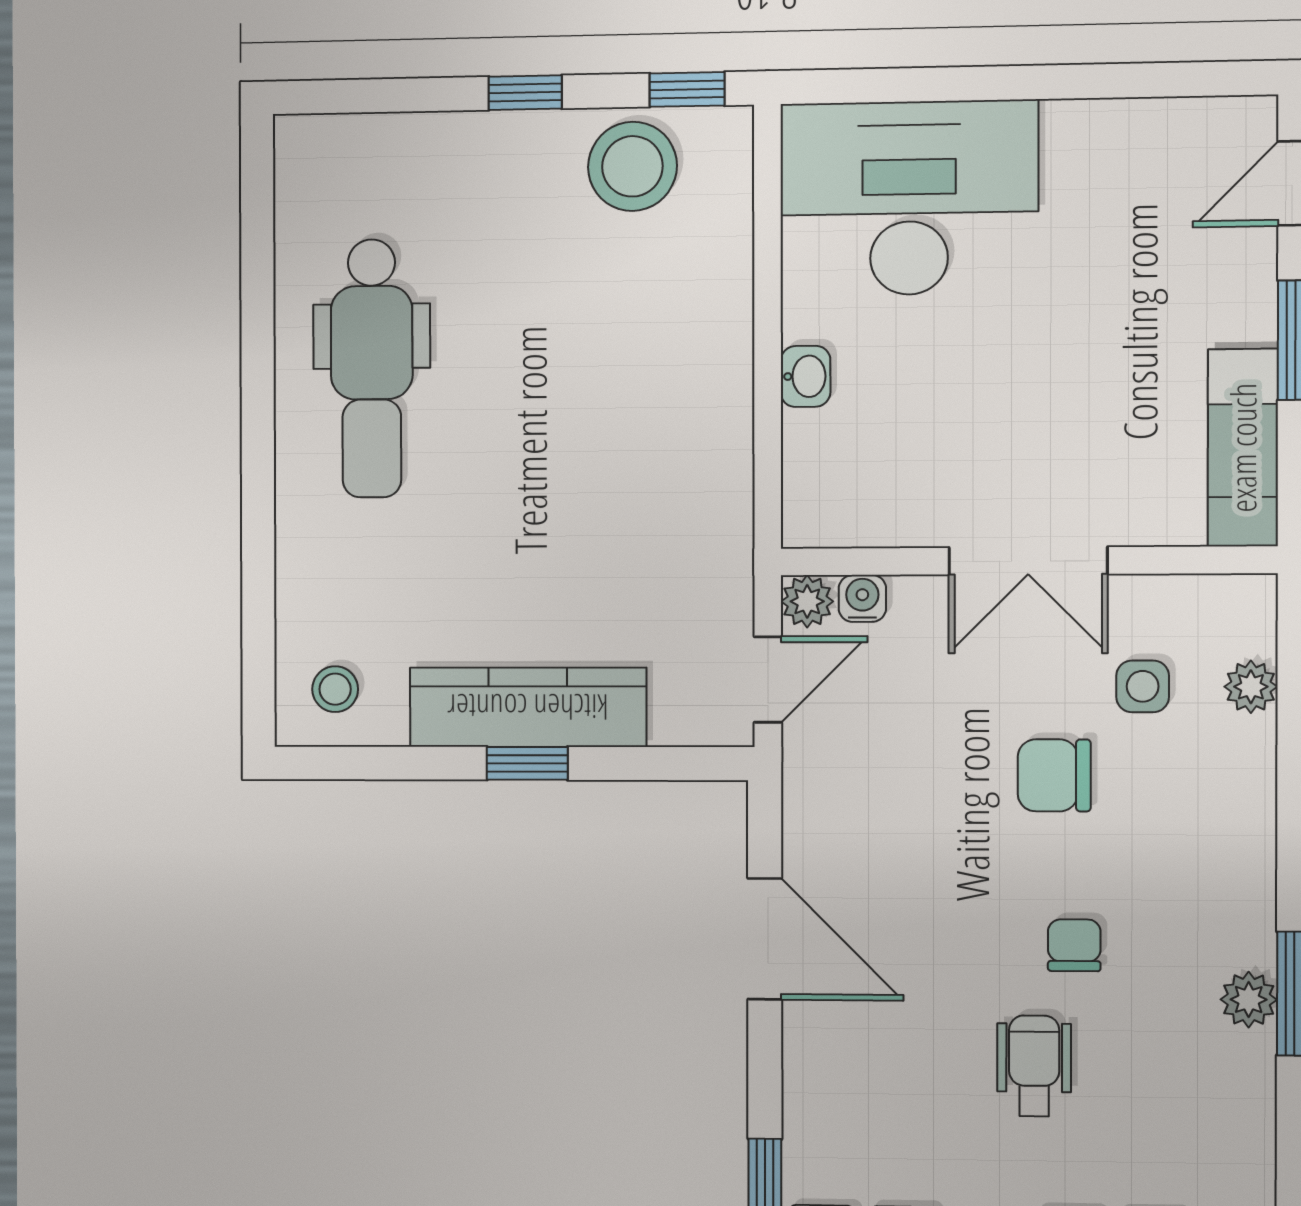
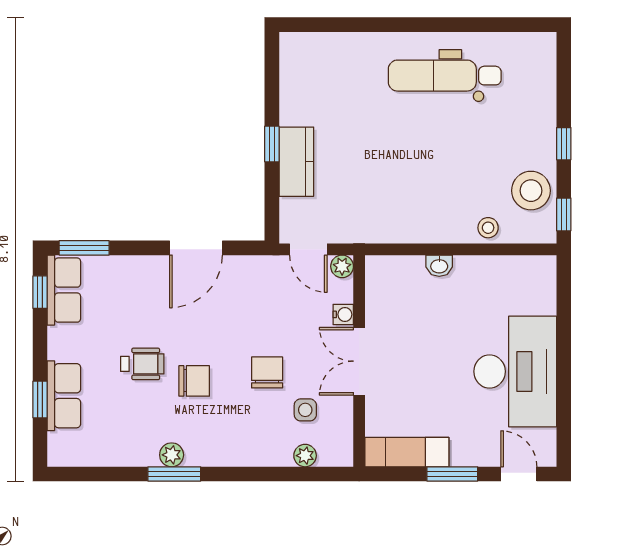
desk: (909, 198) -> (515, 371), moved
water cooler: (862, 598) -> (343, 314), moved
stool: (335, 689) -> (488, 228), moved
kitchen counter: (528, 707) -> (296, 162), width x0.67
chair: (1074, 945) -> (194, 381), width x1.37, depth x1.37

